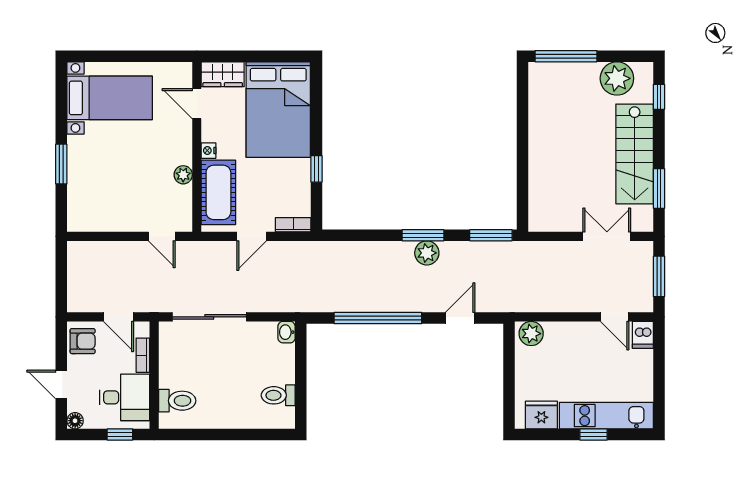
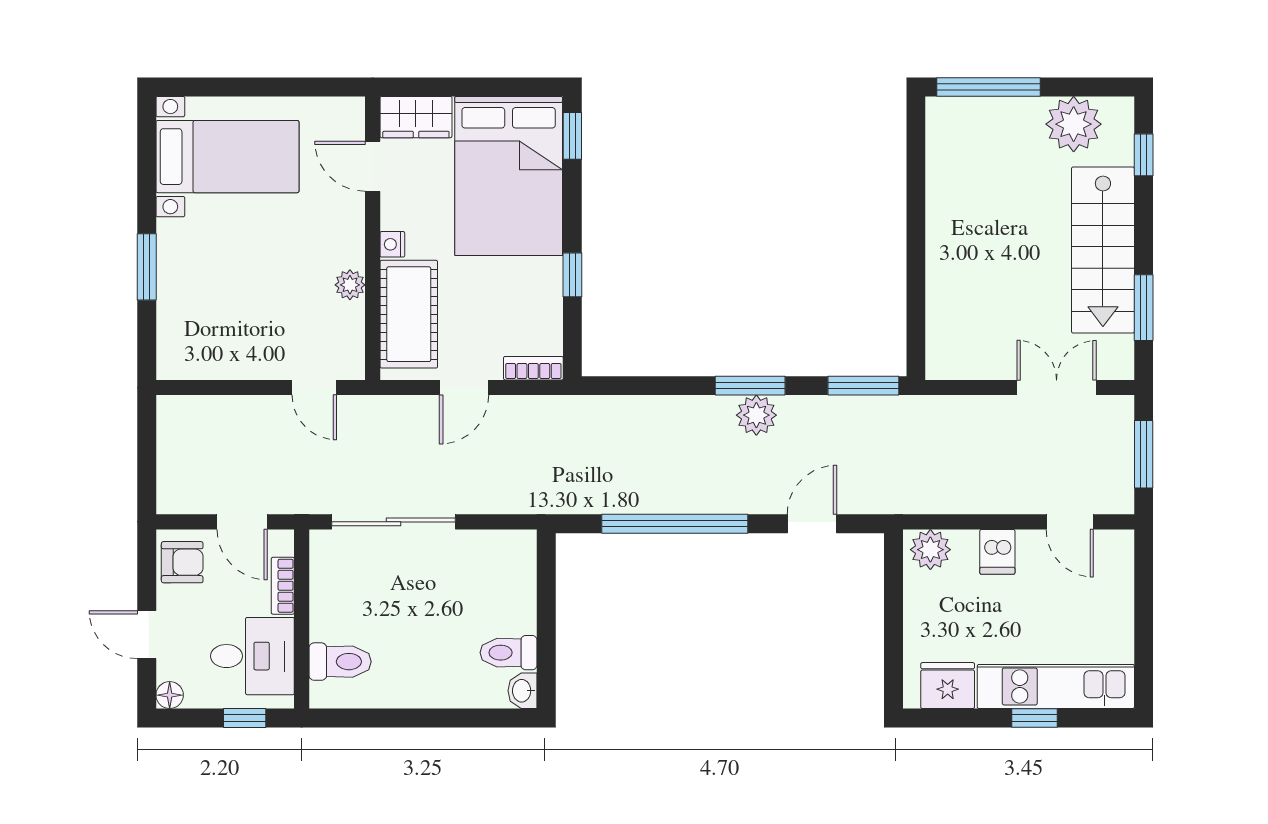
window: (316, 86) -> (572, 136), added
washbasin: (287, 332) -> (522, 691), moved
dishwasher: (643, 335) -> (997, 552), moved

